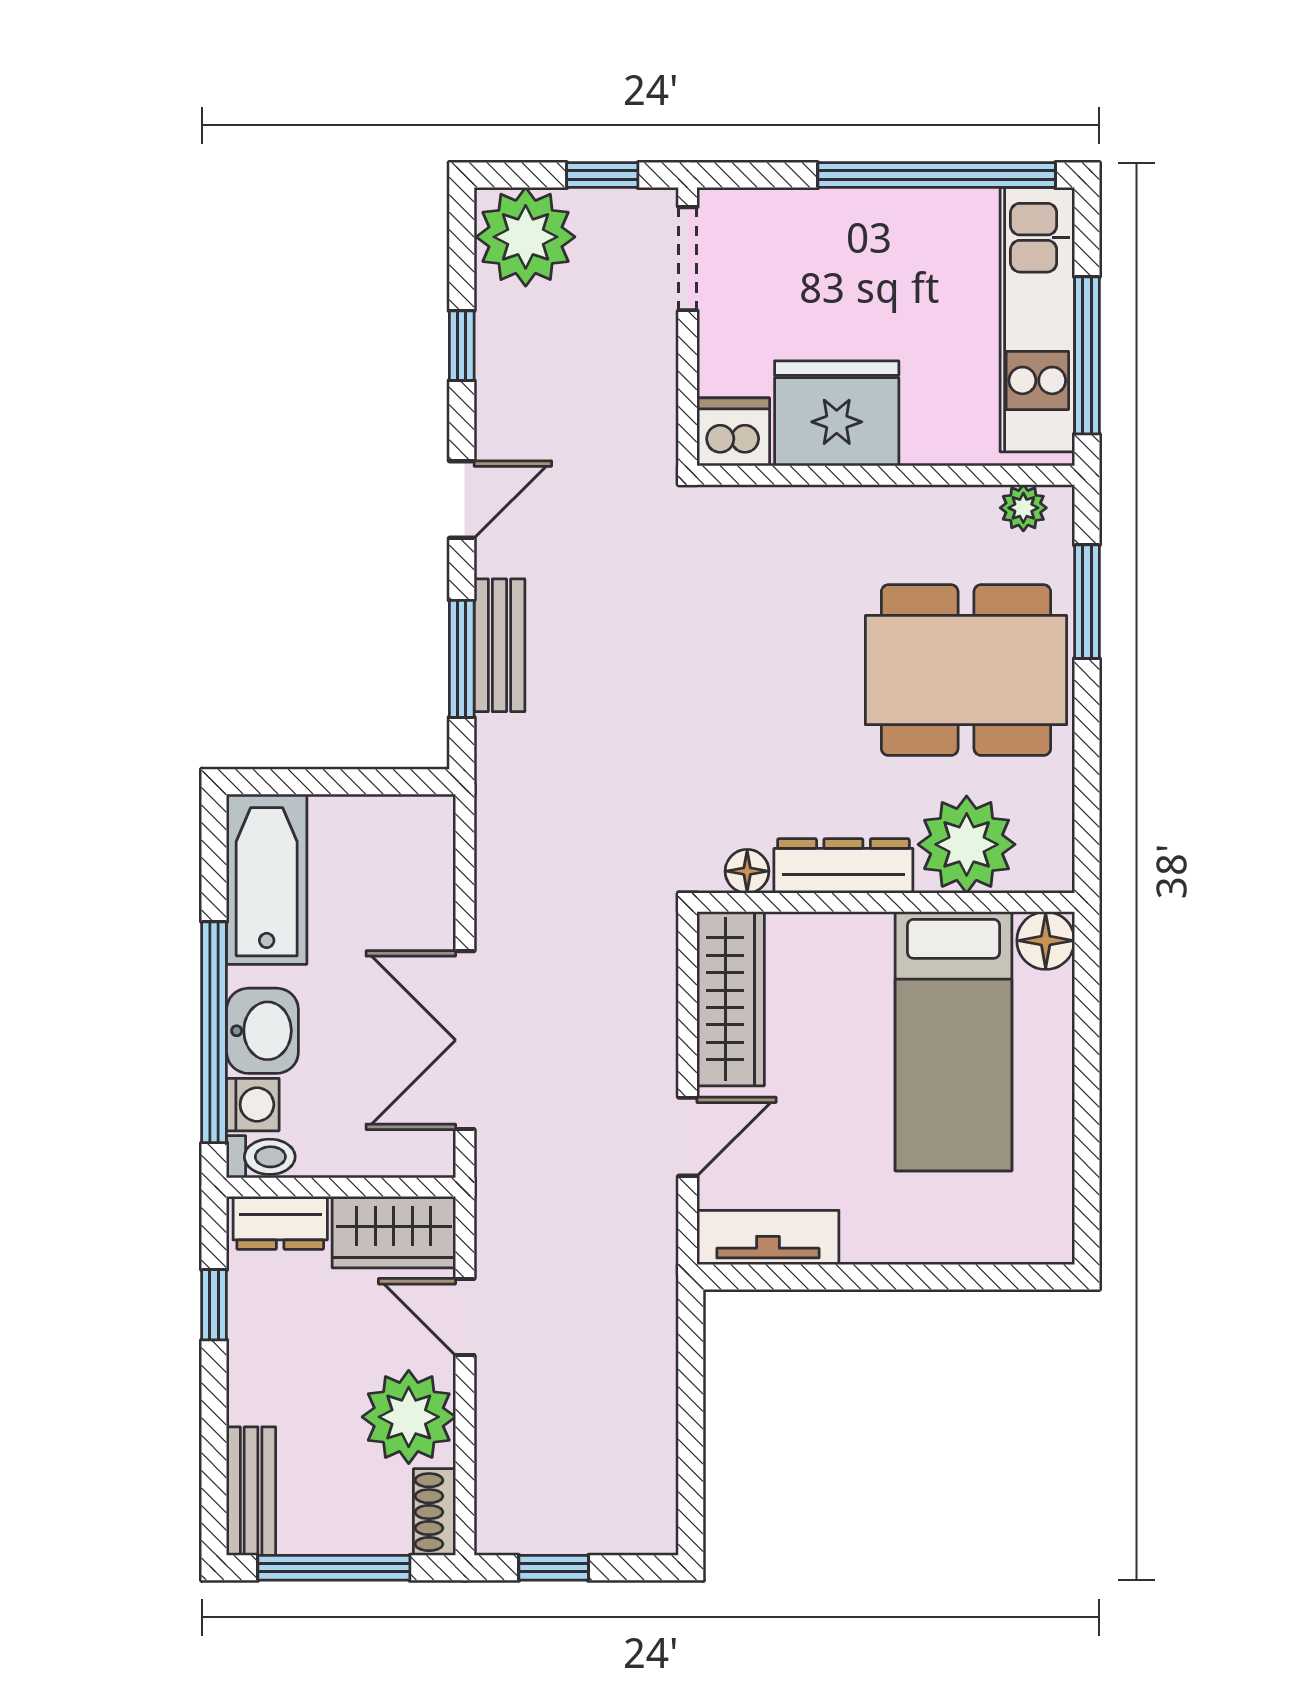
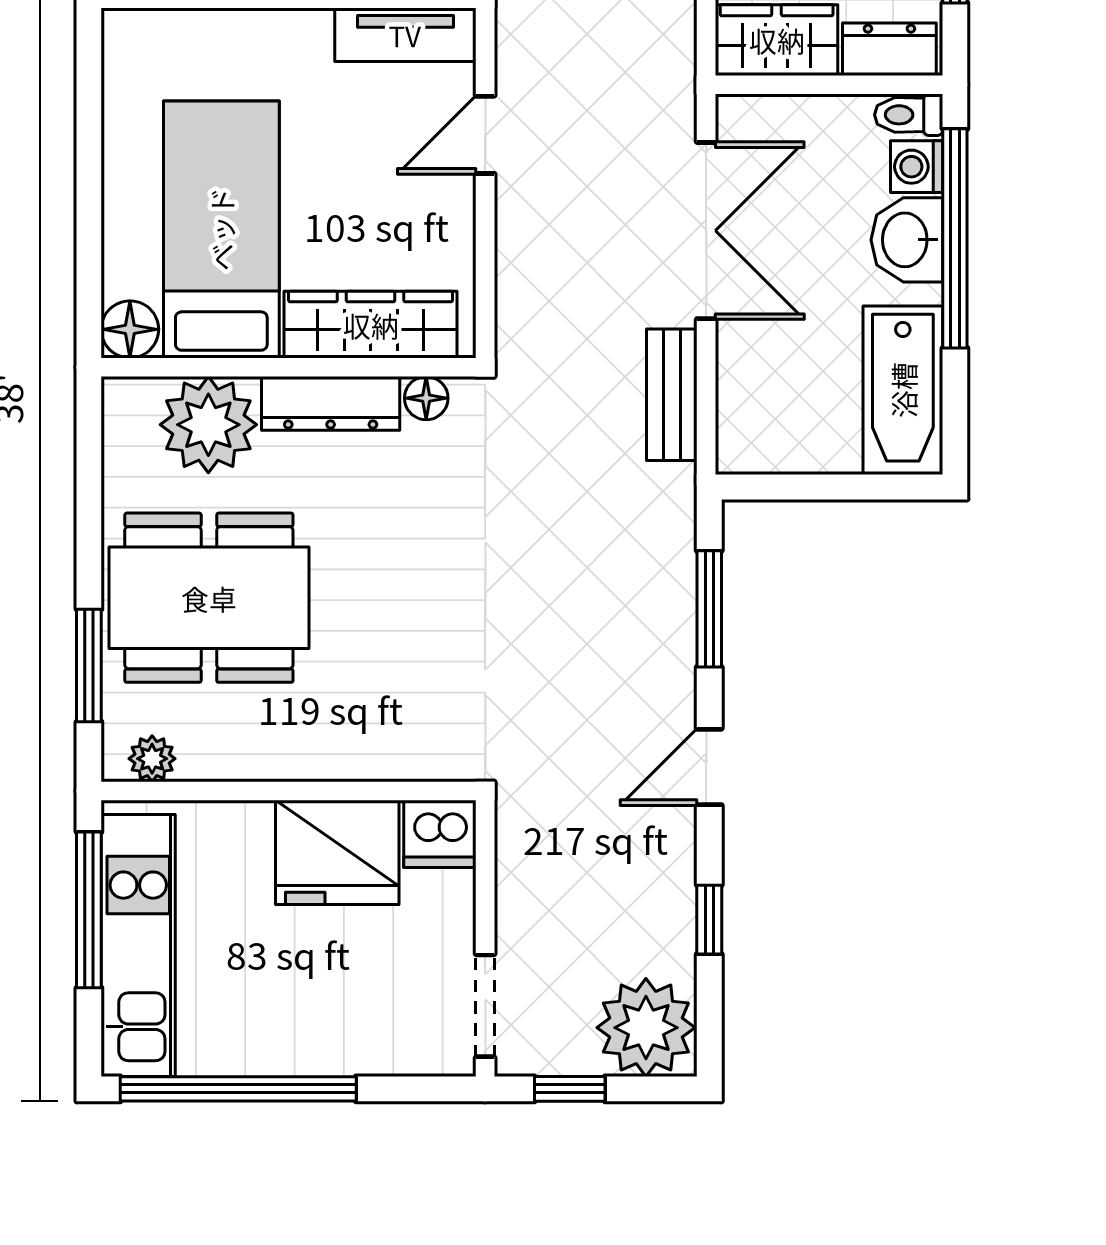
bench: (499, 645) -> (672, 395), moved
wardrobe: (731, 999) -> (371, 325), moved, turned 90

